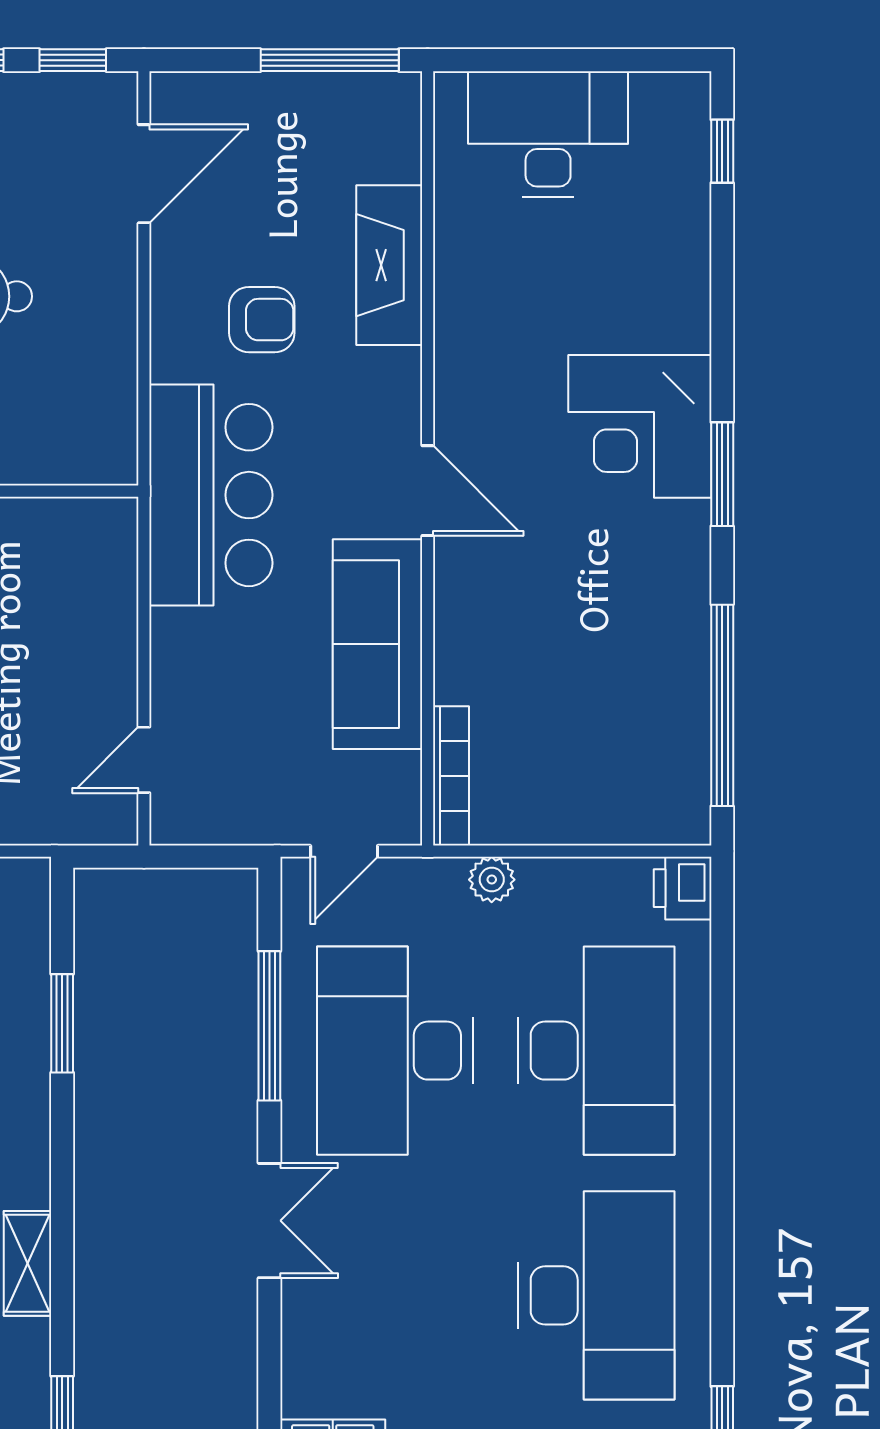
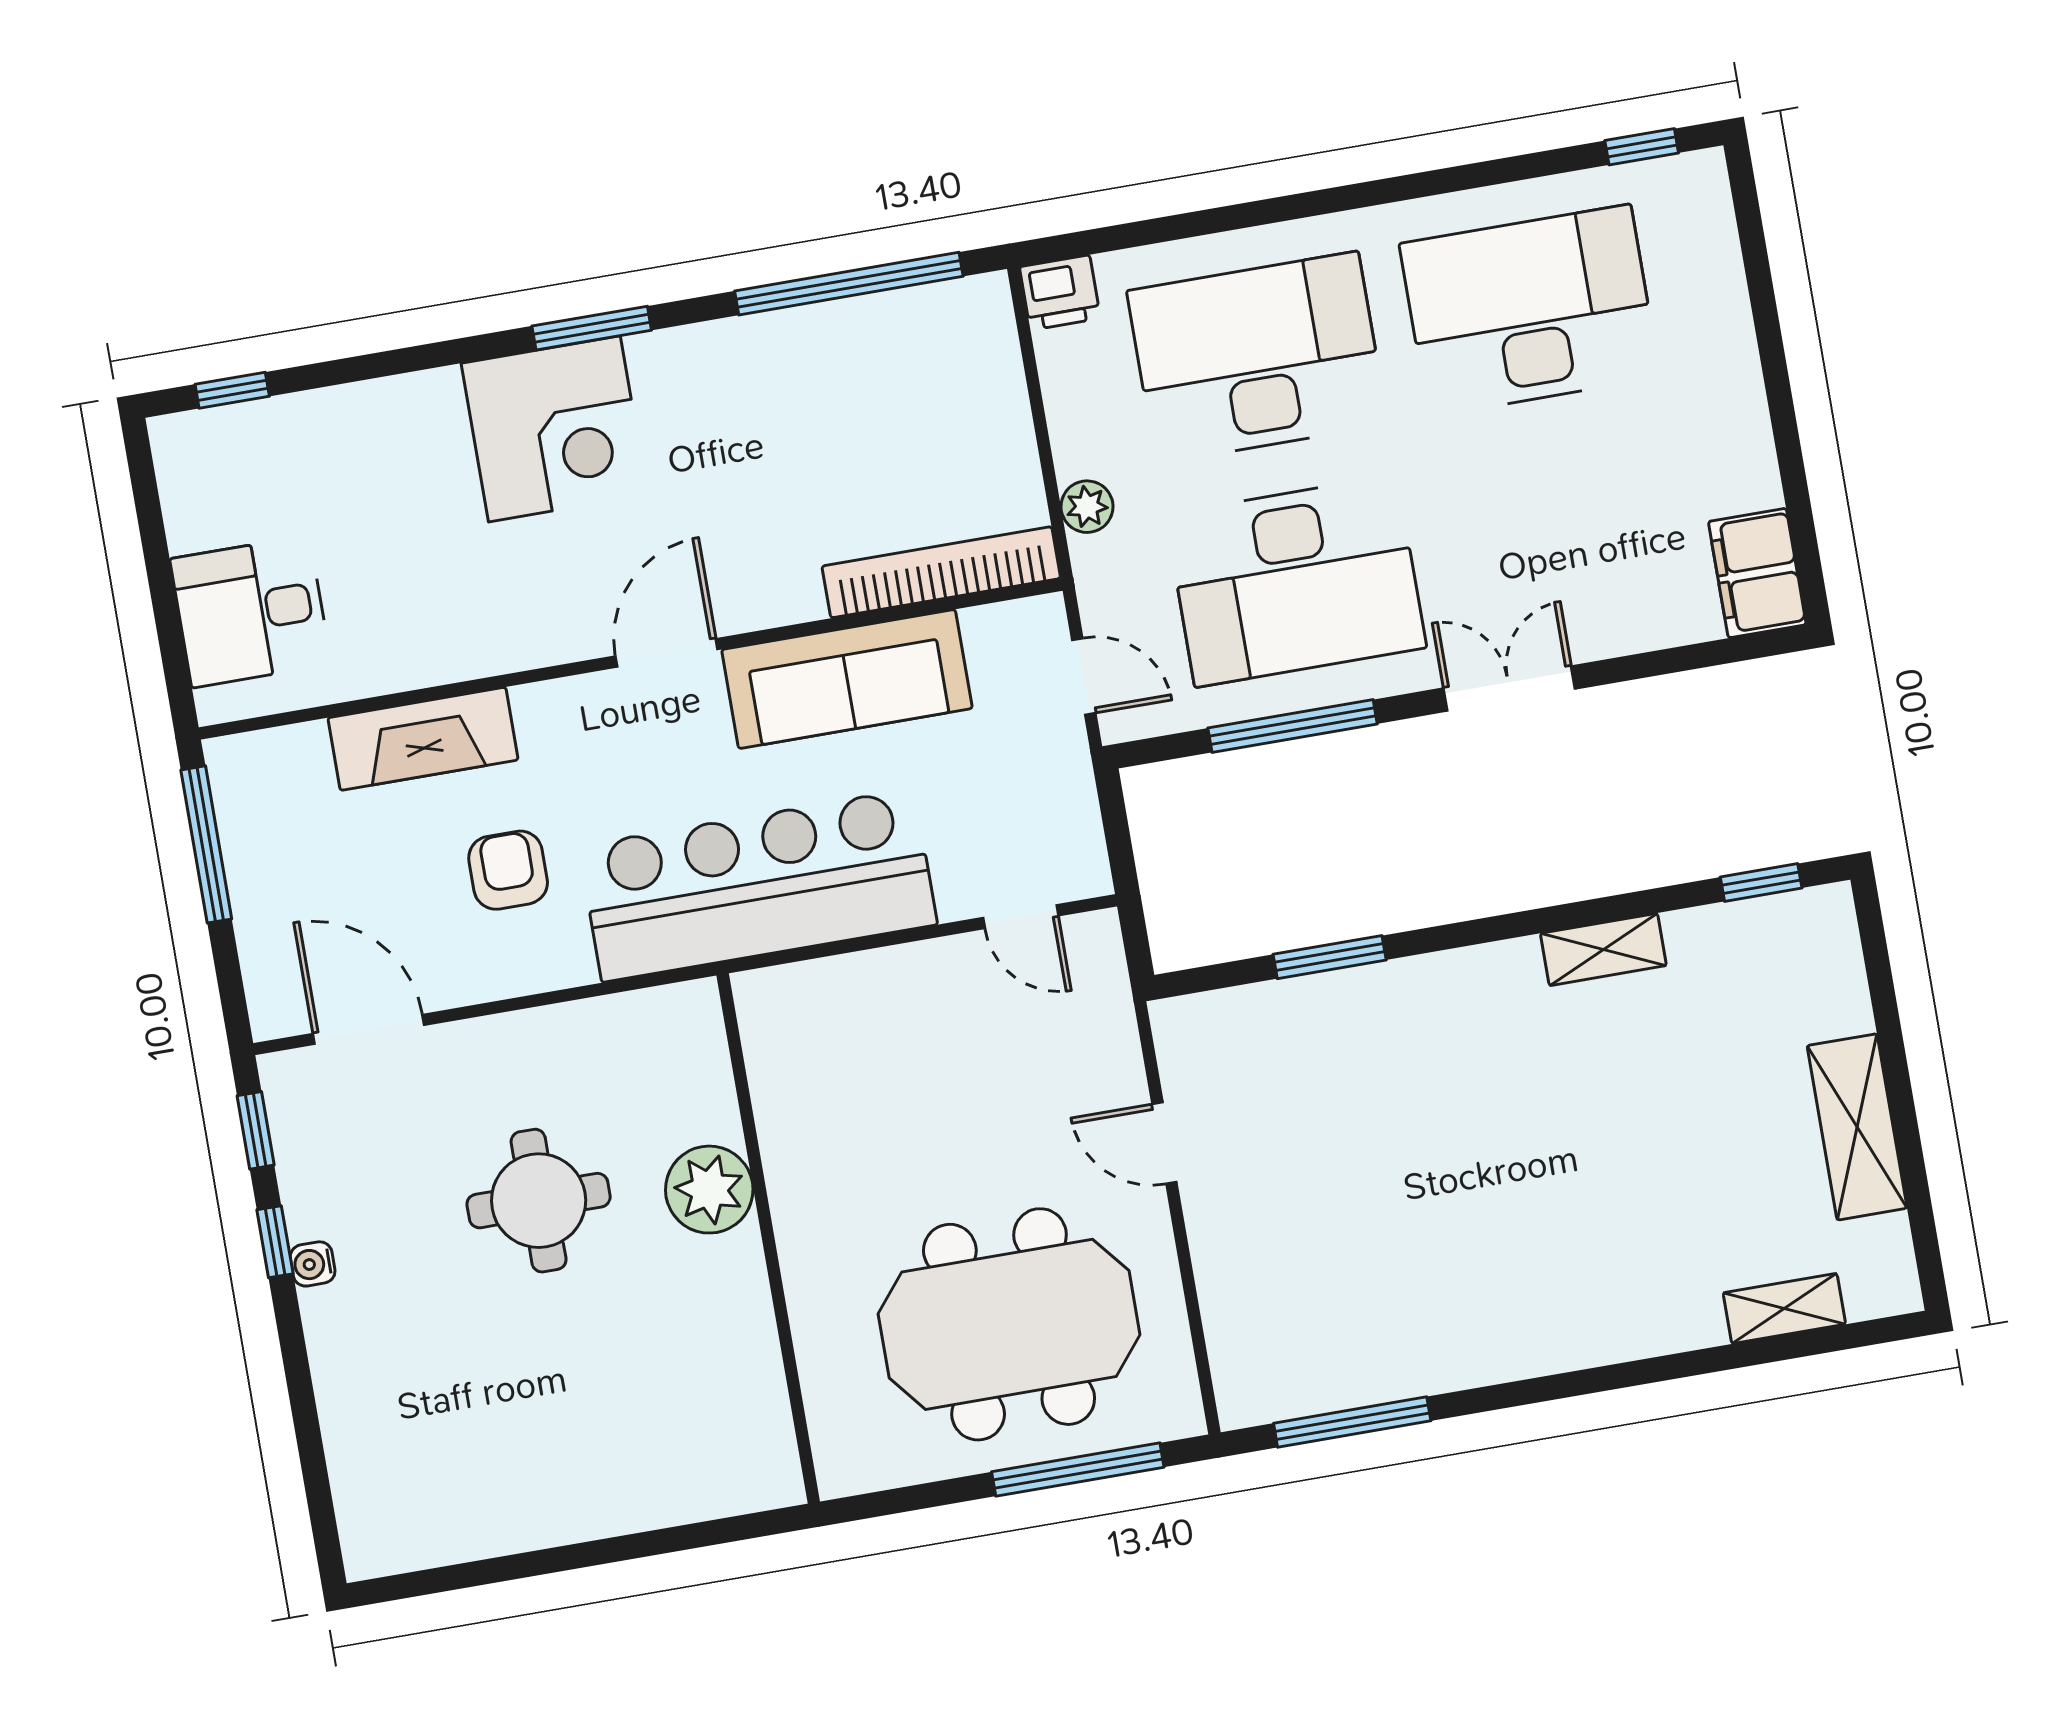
desk: (548, 134) -> (251, 612), width x0.73
bar counter: (211, 495) -> (758, 885), width x1.36
bookcase: (451, 776) -> (941, 572), width x1.48, depth x1.31

